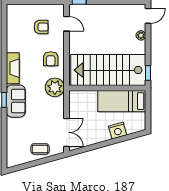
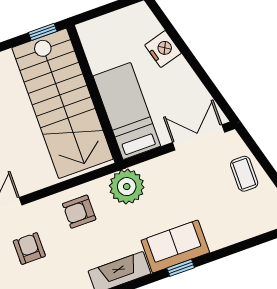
armchair: (51, 59) -> (79, 212), turned 180
bed: (122, 101) -> (127, 111), moved, turned 180

